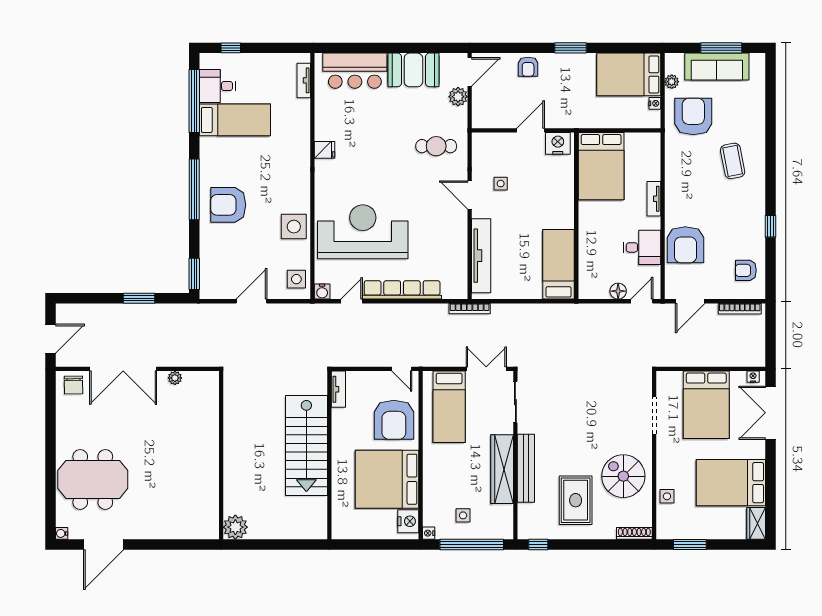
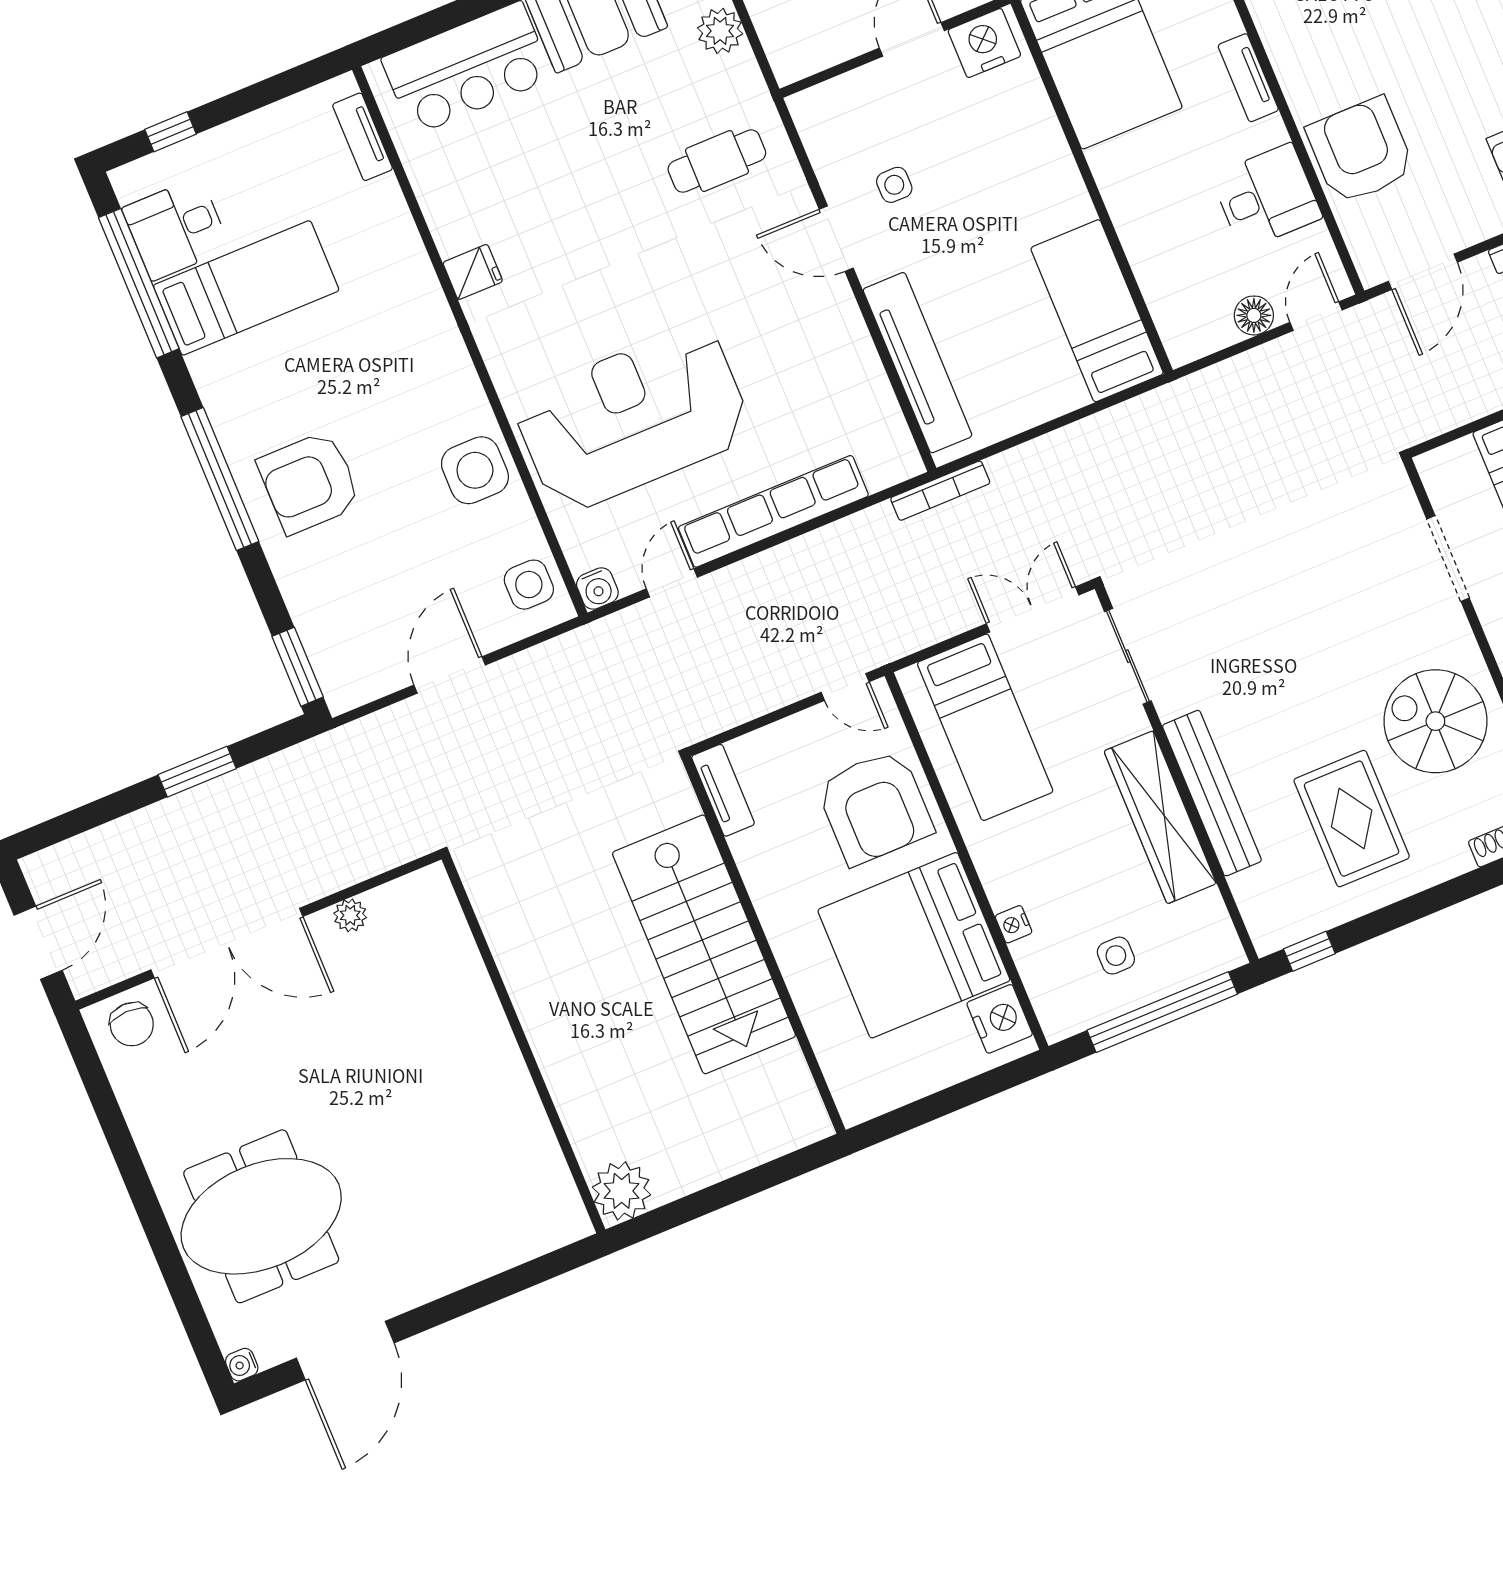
armchair: (685, 245) -> (1361, 151), turned 180
nightstand: (429, 533) -> (1014, 924), moved

